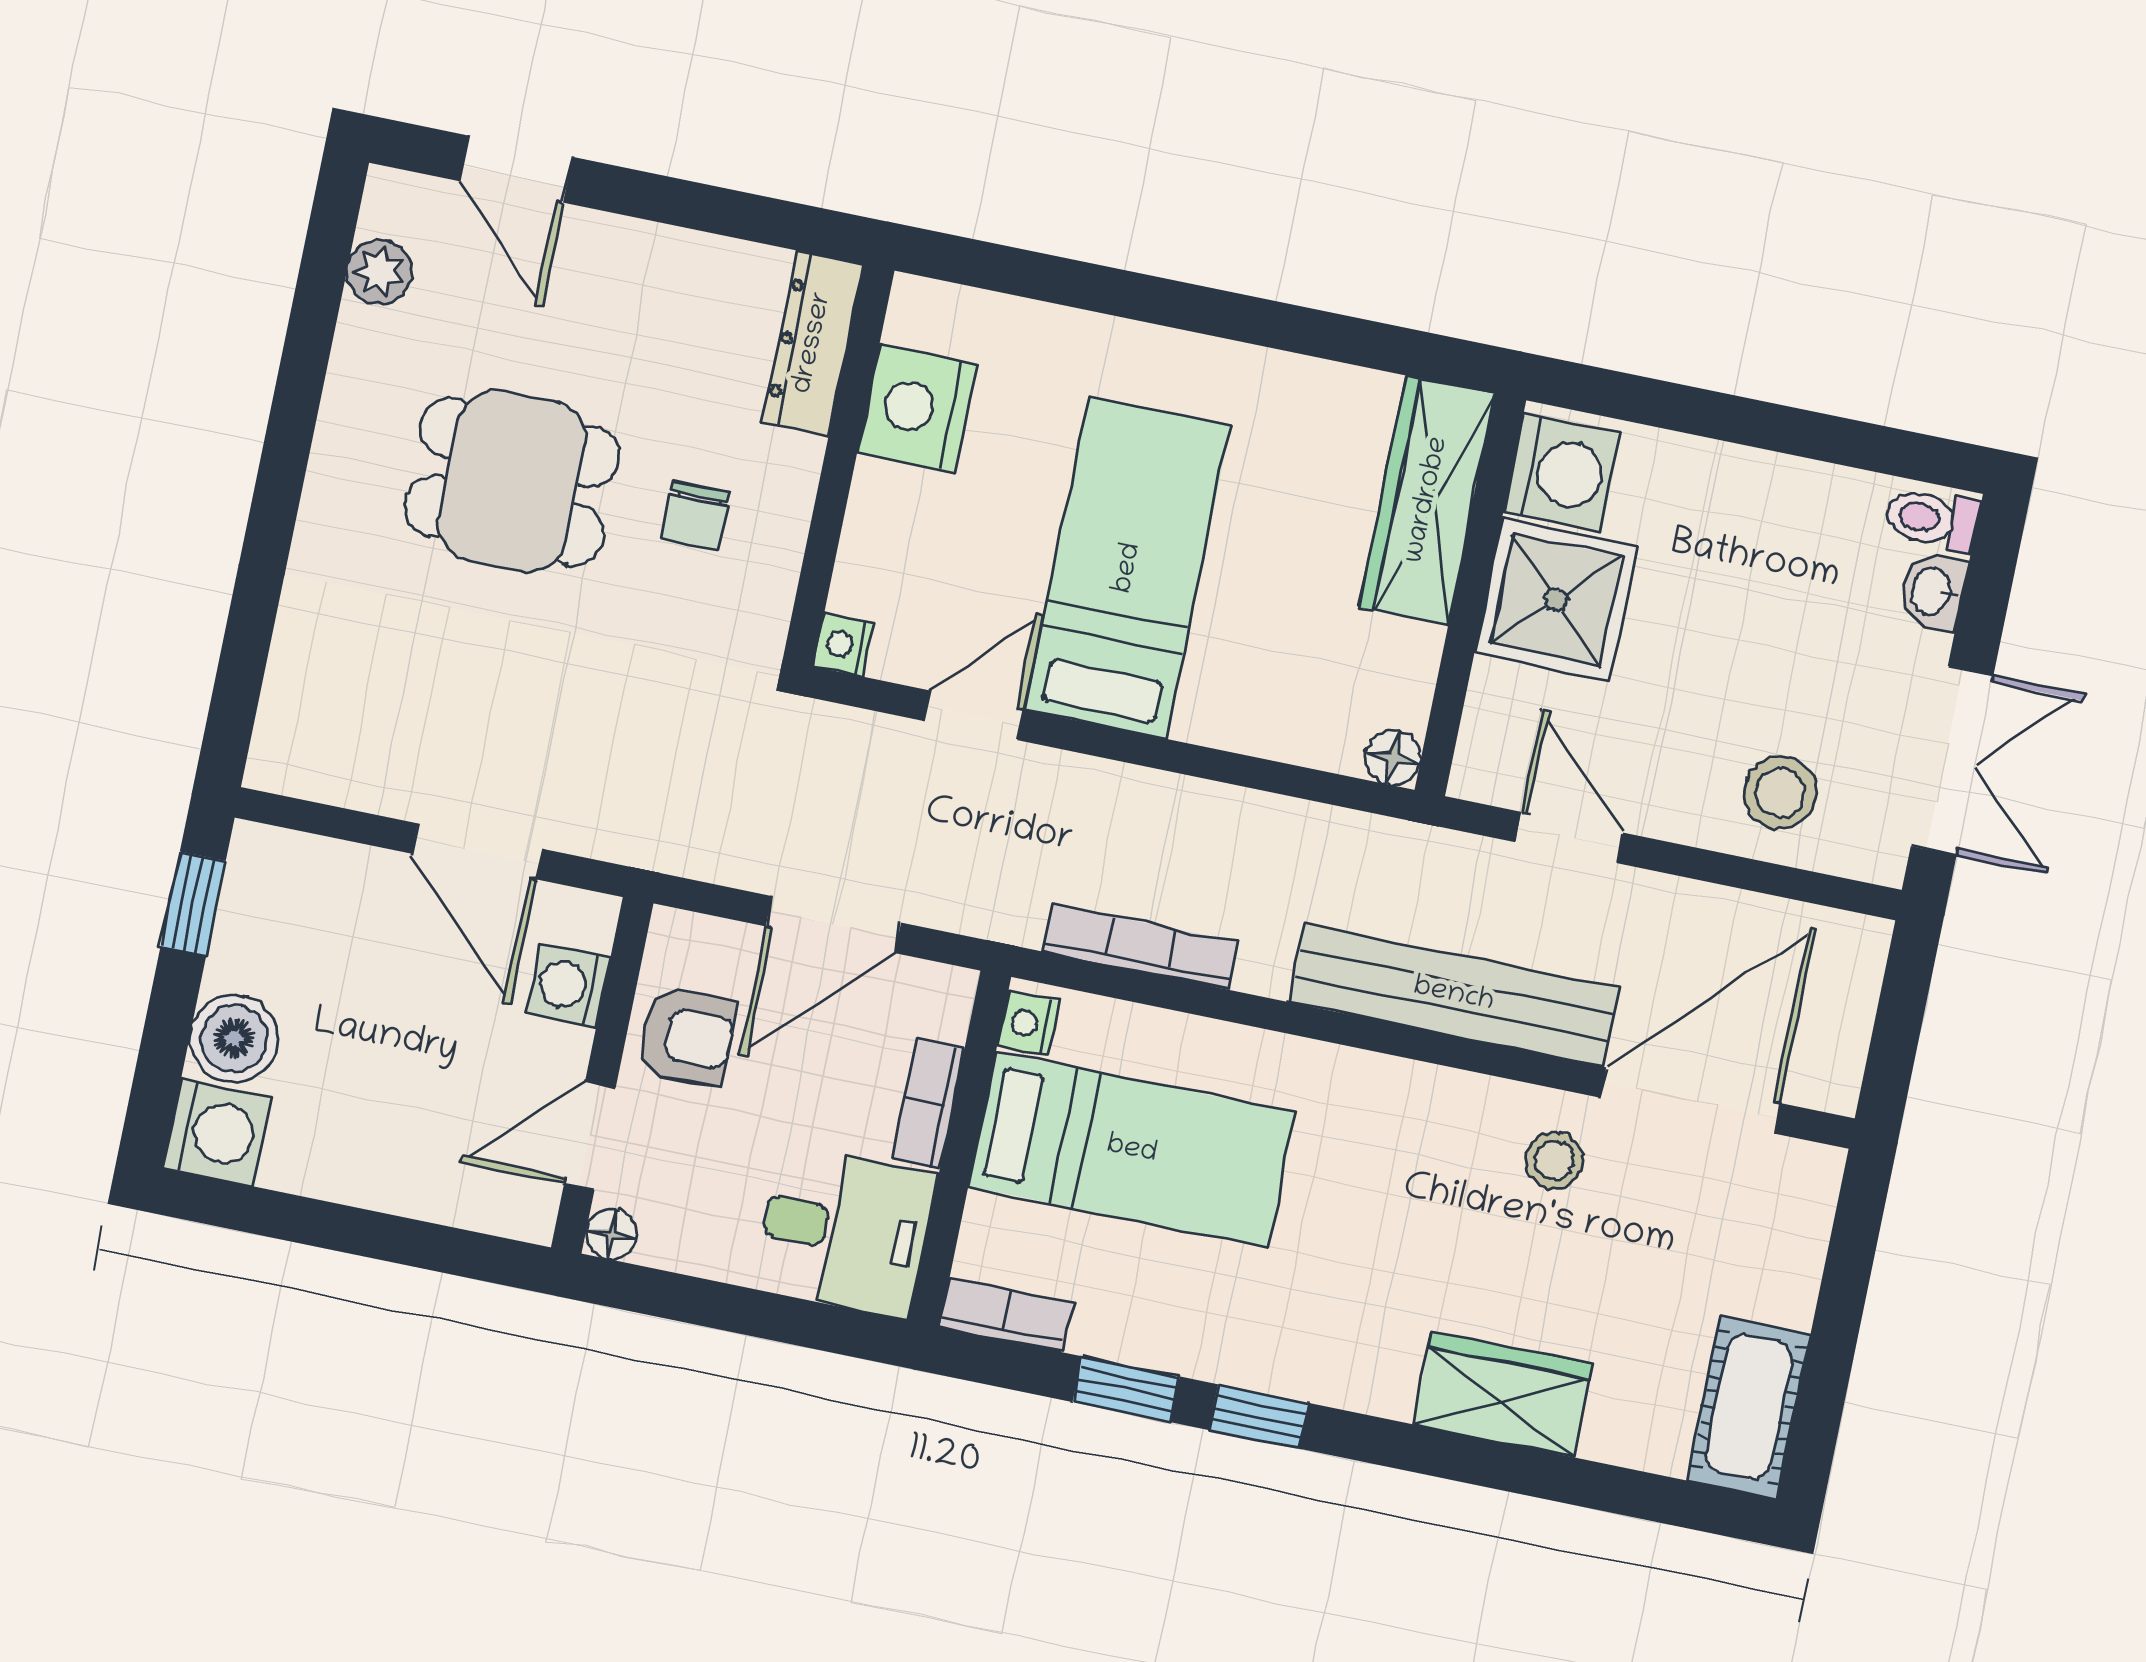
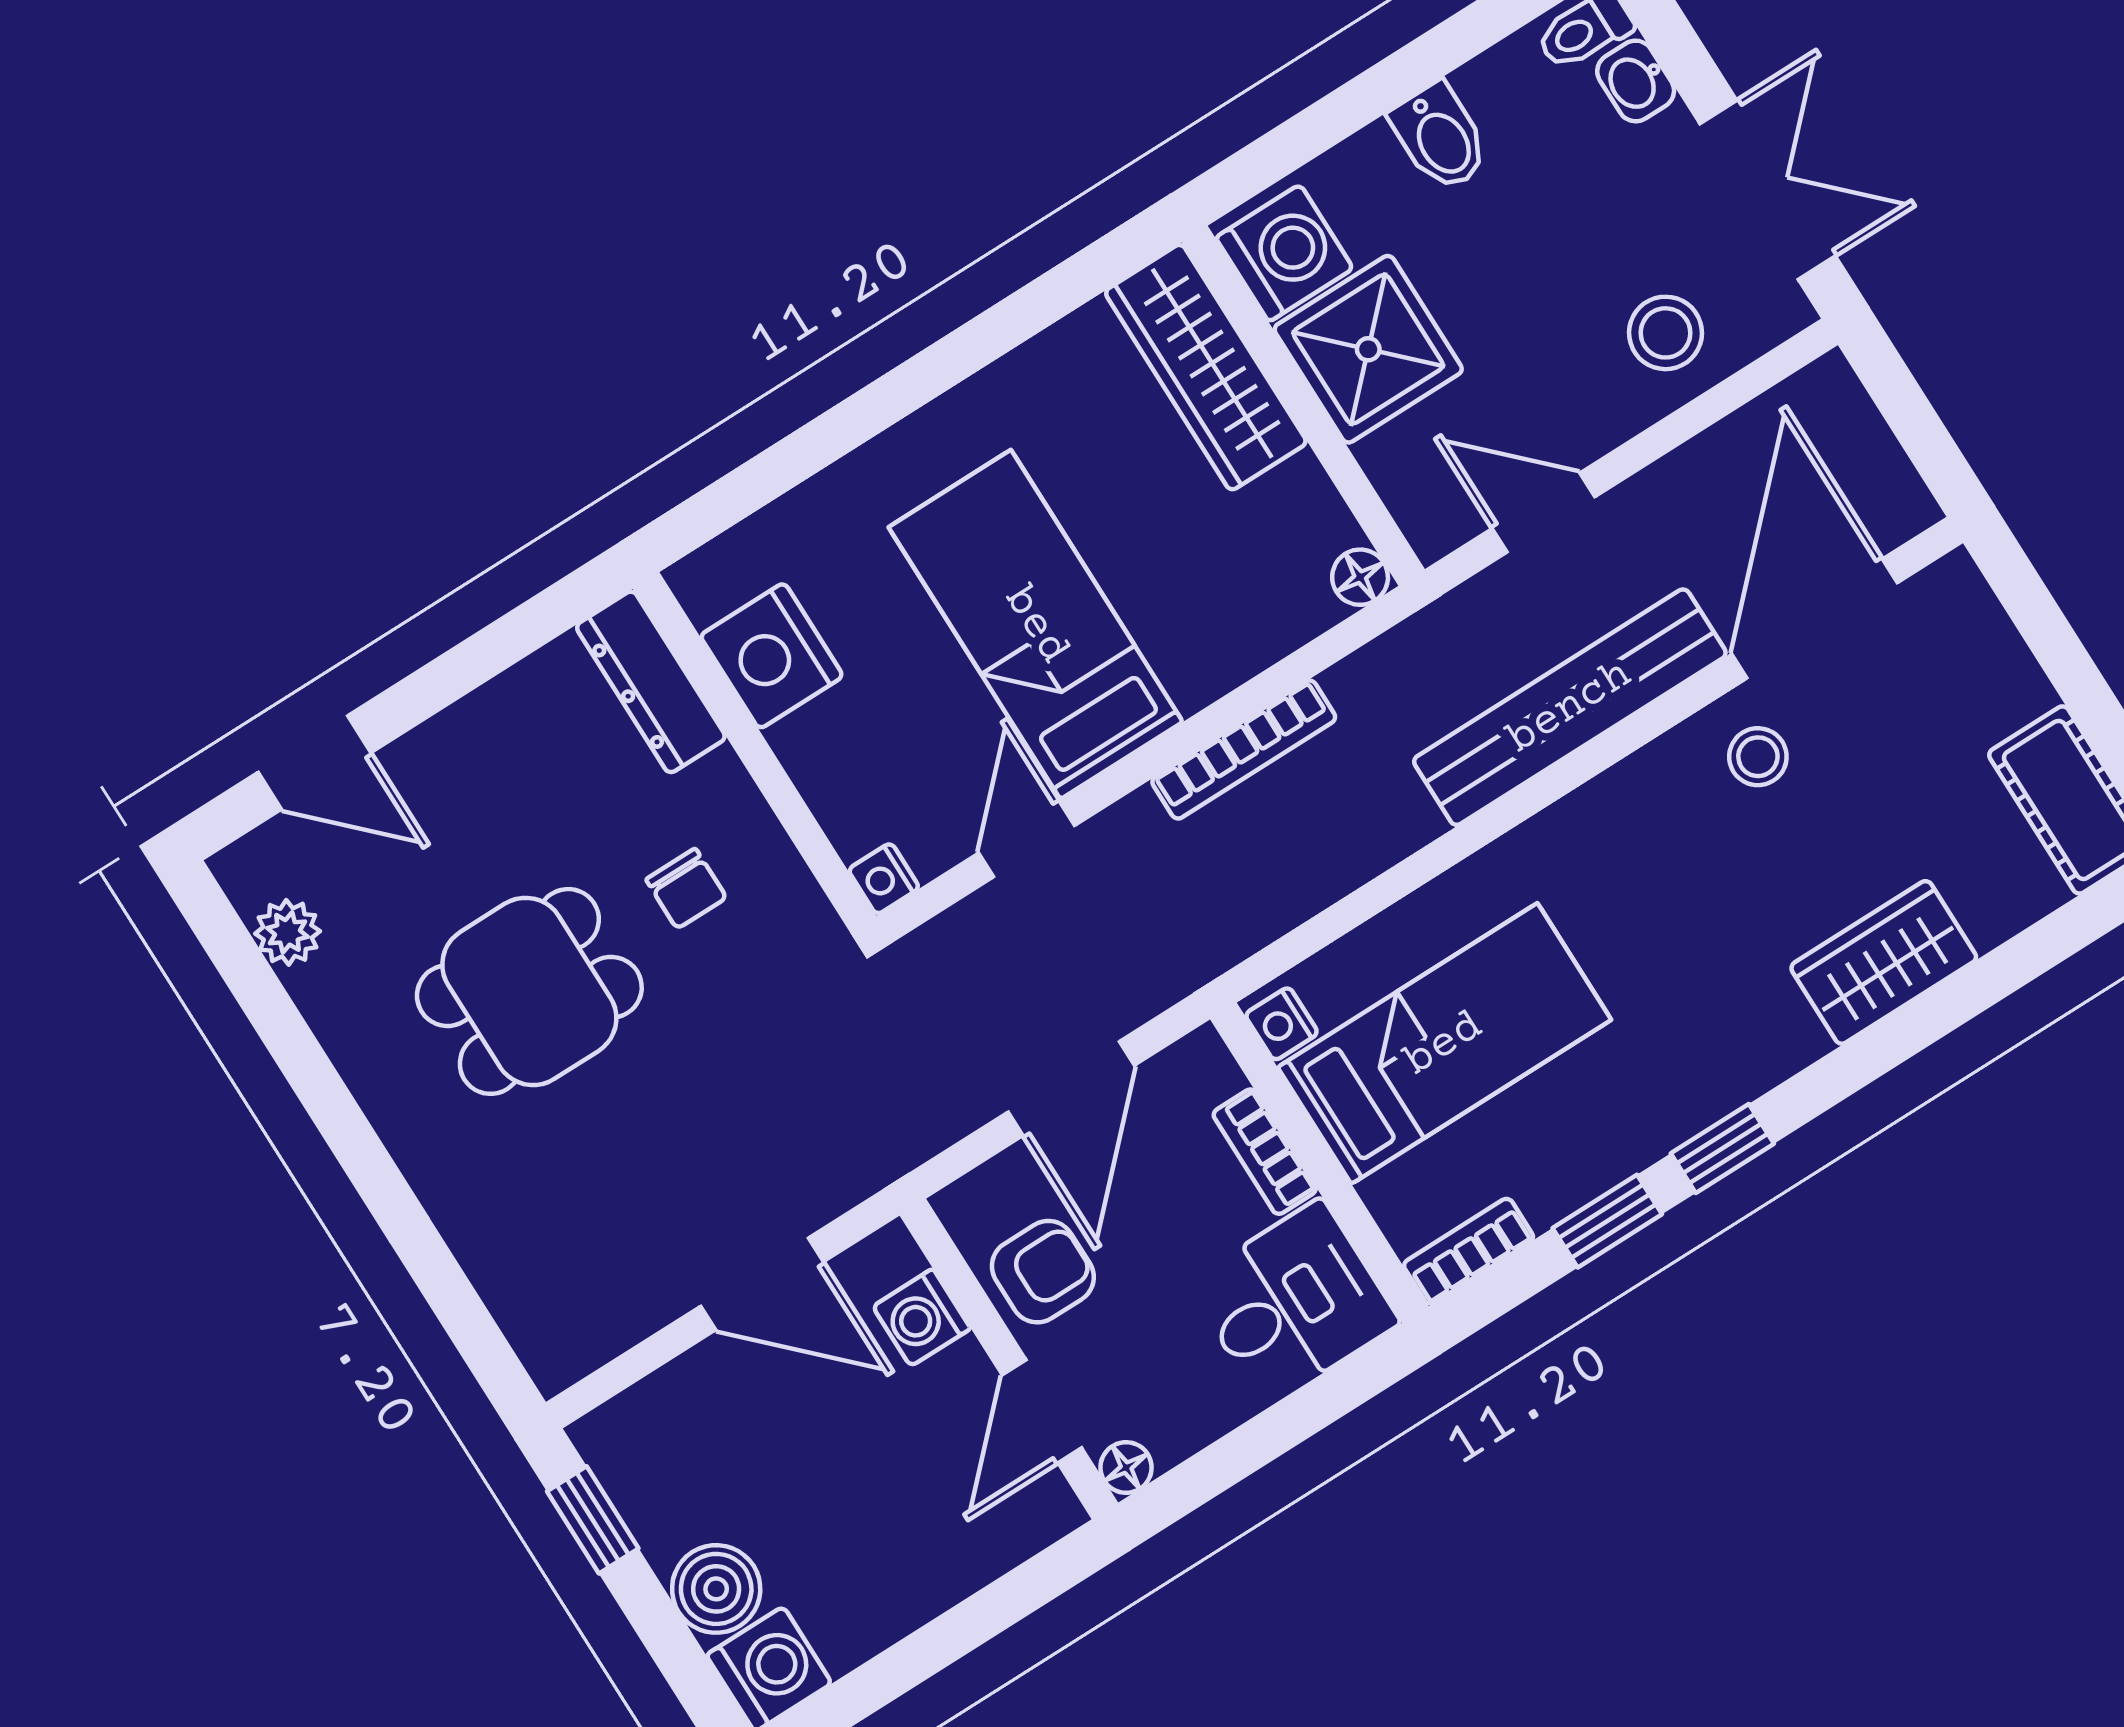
bidet: (1754, 497) -> (1440, 137), added
bookcase: (1141, 947) -> (1244, 749), moved, turned 180

